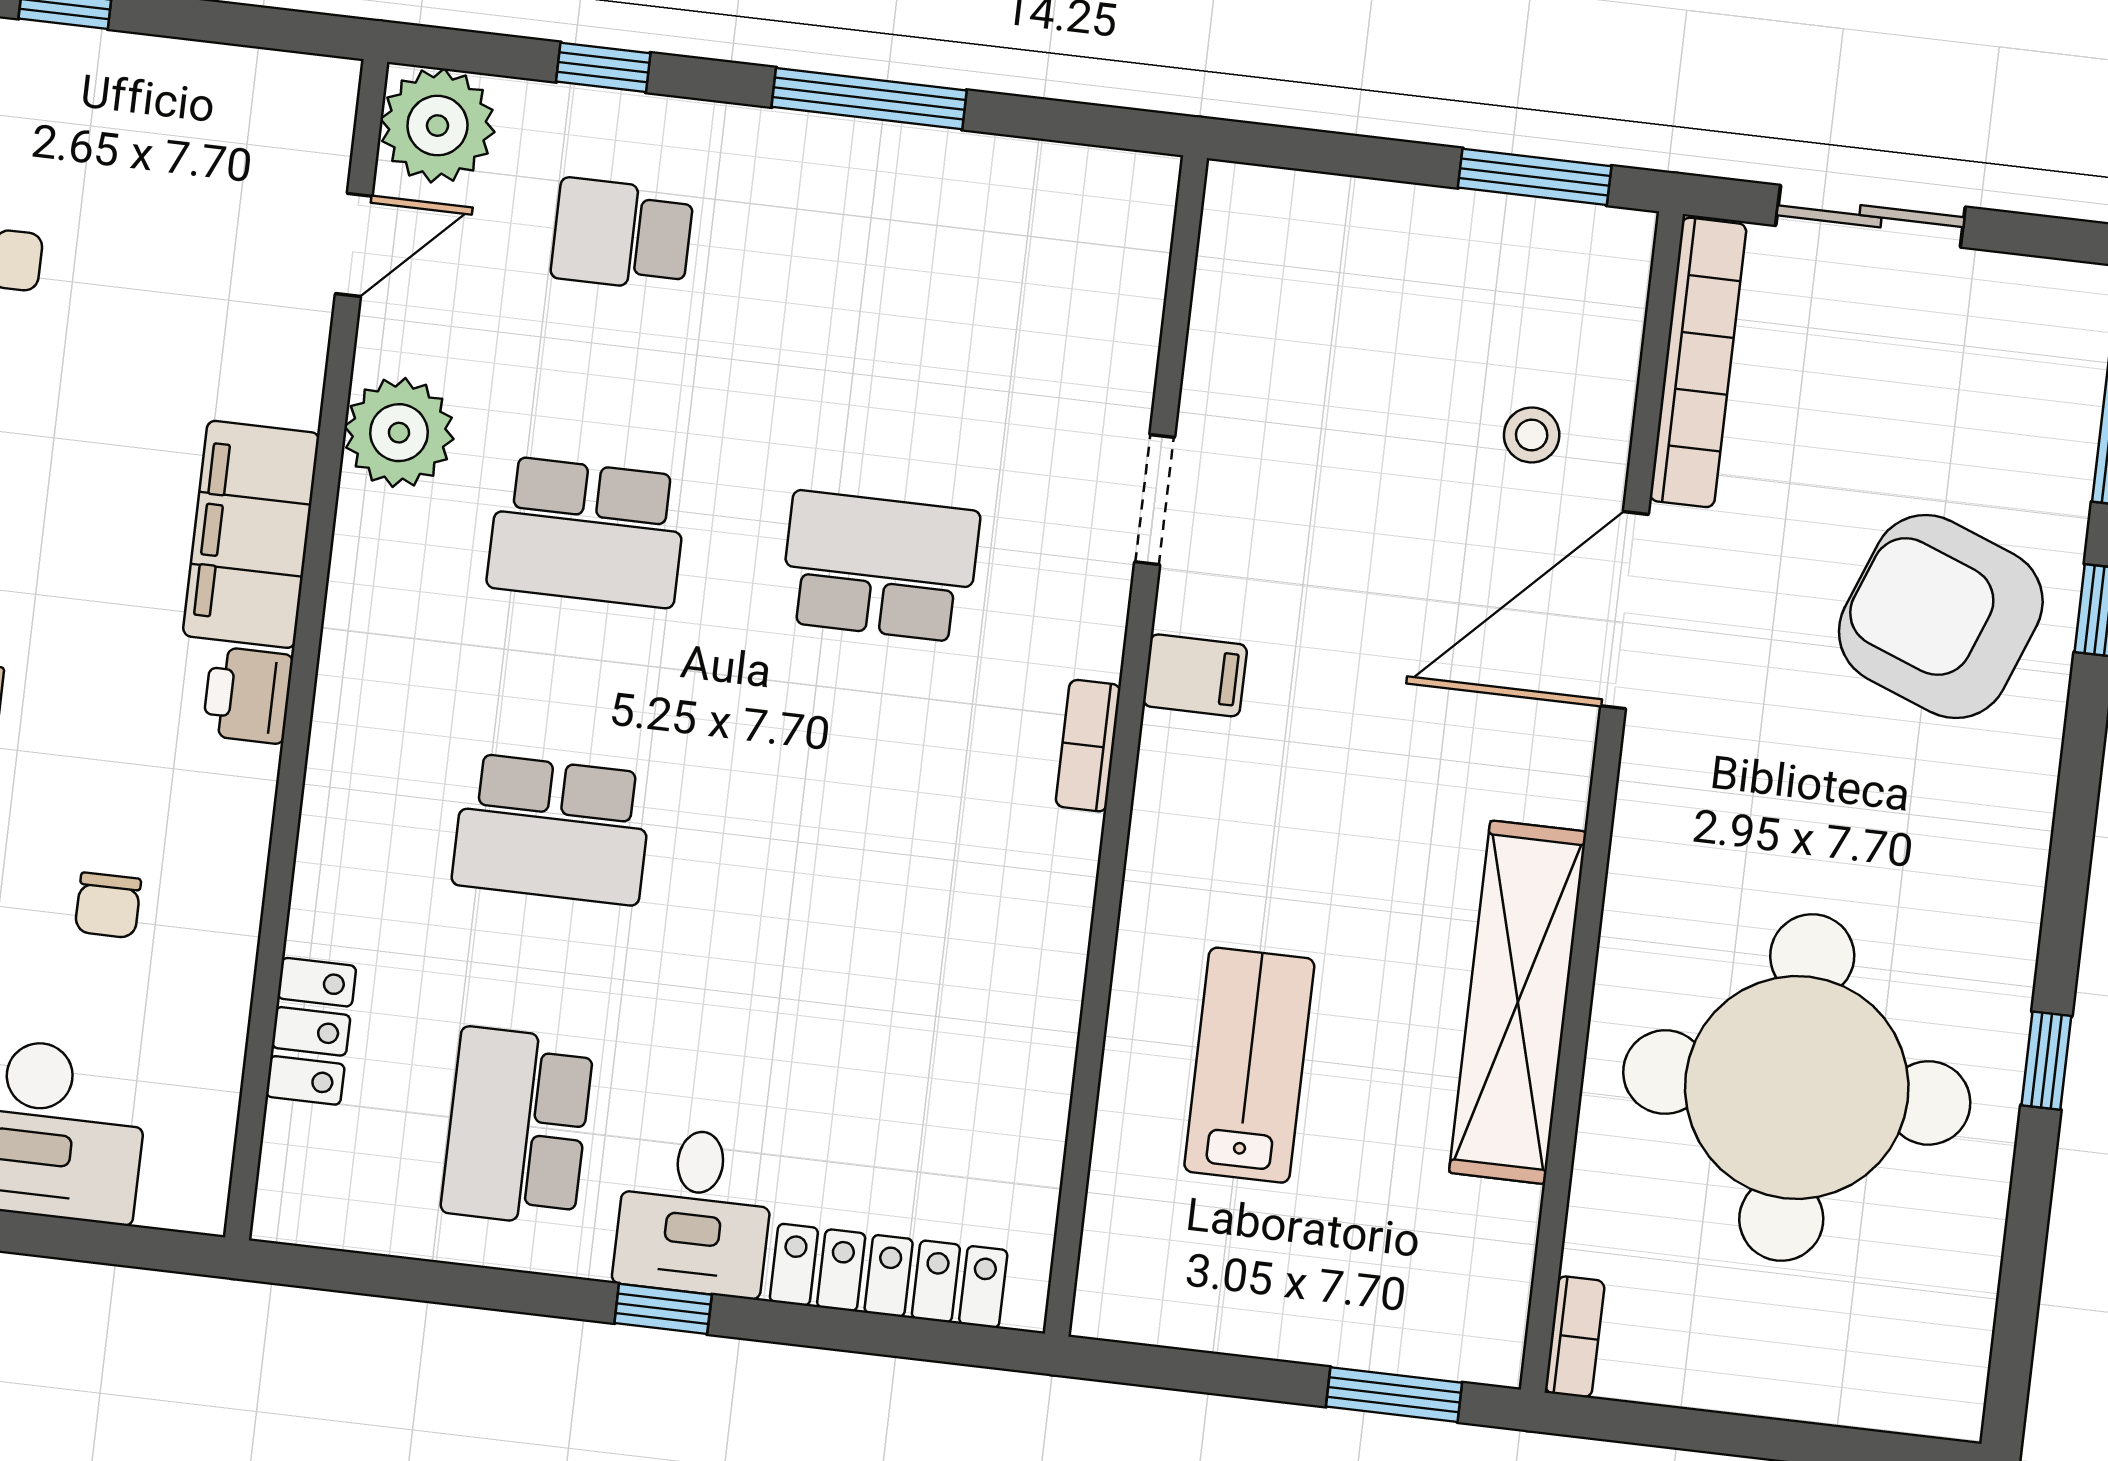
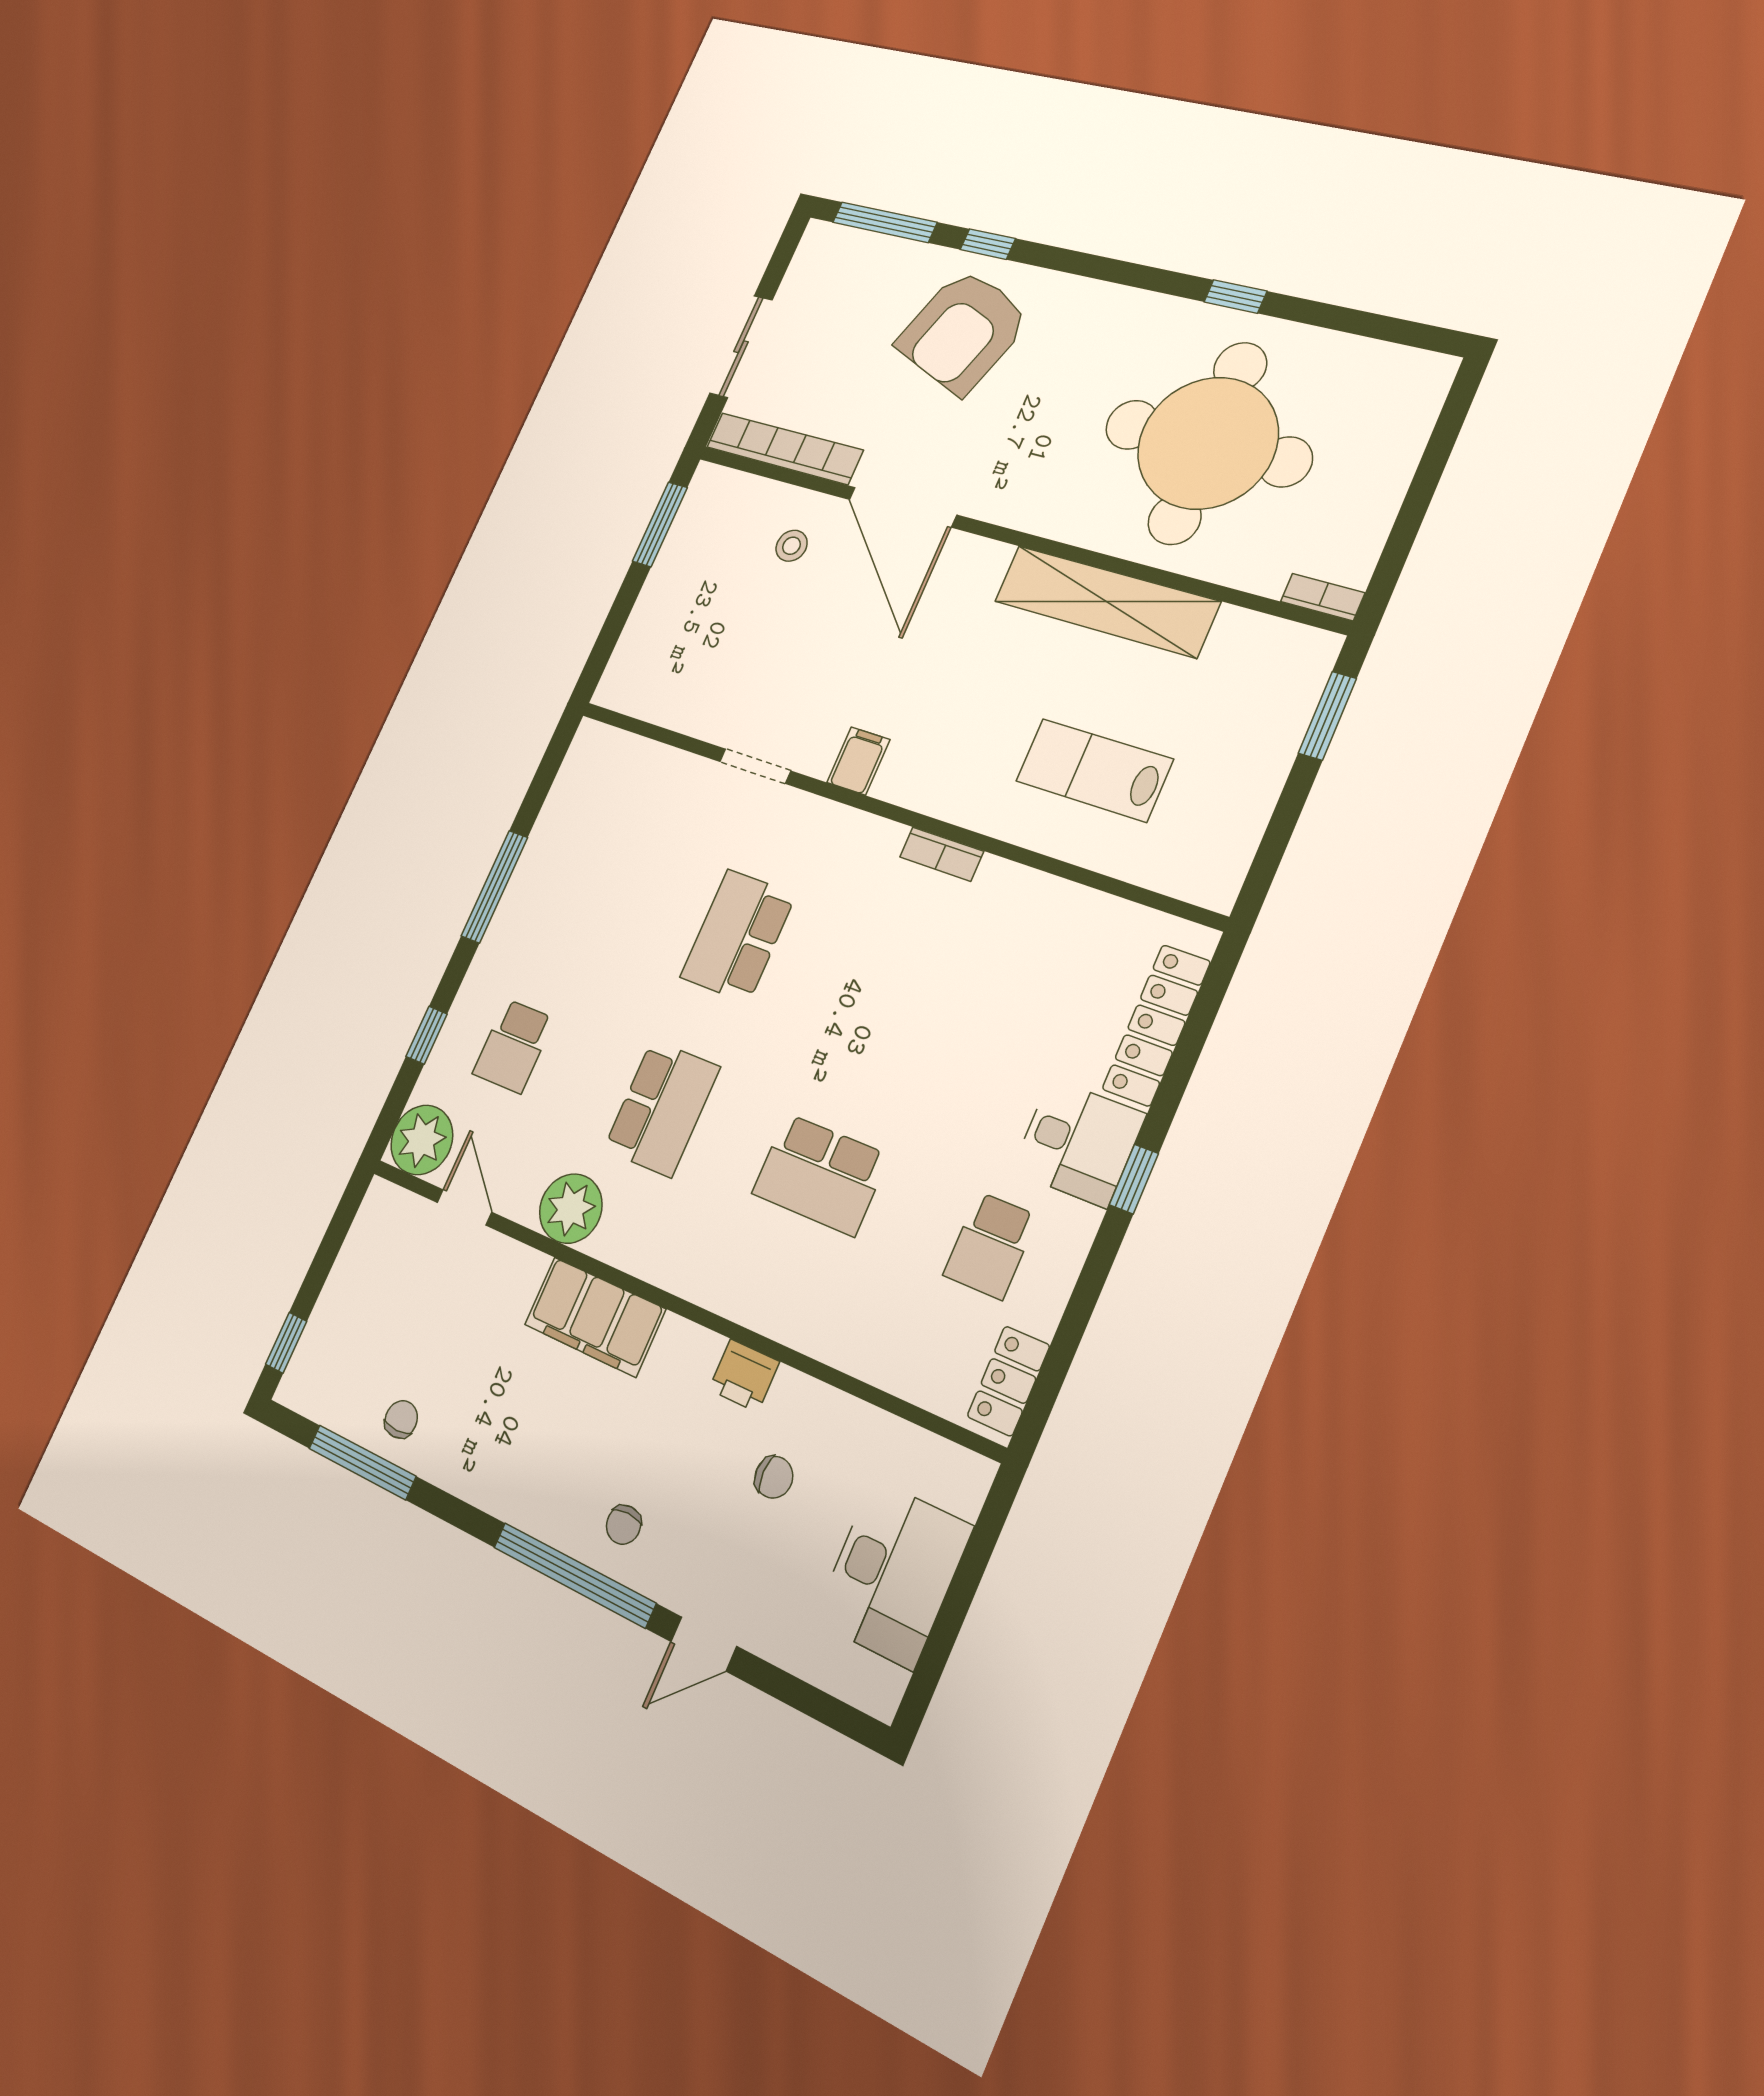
printer: (248, 695) -> (744, 1376), moved
bookcase: (1088, 746) -> (942, 854), moved
school desk: (552, 829) -> (820, 1174), turned 90
locker: (311, 1031) -> (1008, 1381), moved, turned -90
school desk: (517, 1127) -> (990, 1246), width x0.54

